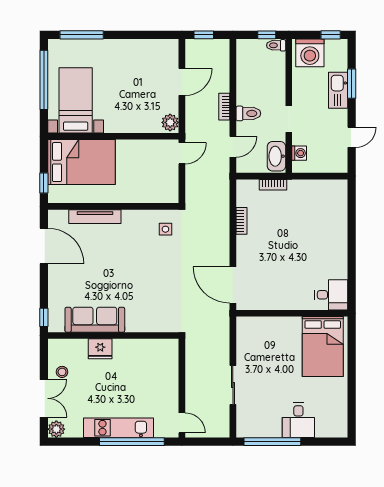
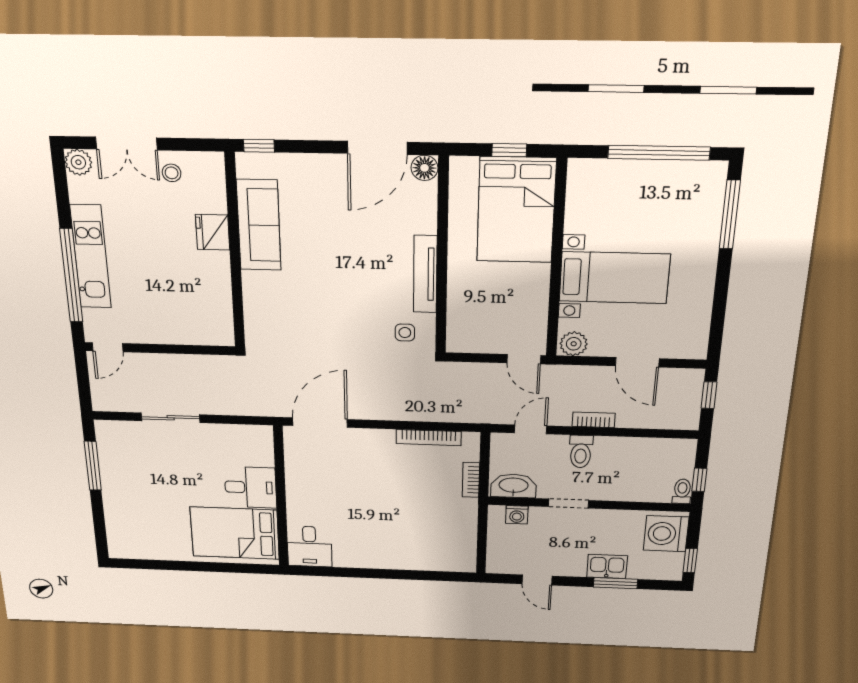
kitchen sink: (338, 90) -> (607, 566), width x0.73
bed with nightstands: (76, 100) -> (614, 278), moved
door: (233, 147) -> (531, 429), swing flipped
window: (44, 183) -> (509, 150), moved
tv unit: (95, 217) -> (425, 274), moved
floor lamp: (56, 218) -> (424, 168), added
bookcase: (242, 221) -> (429, 438), width x1.56
desk: (298, 420) -> (251, 487), moved, turned 180
window: (272, 442) -> (93, 466), width x0.68

